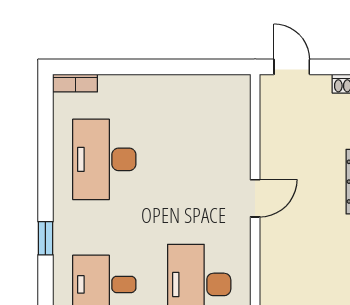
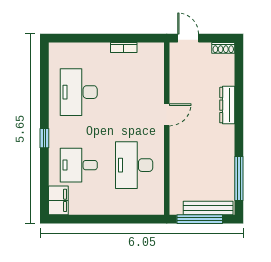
bookcase: (75, 83) -> (124, 48), moved

